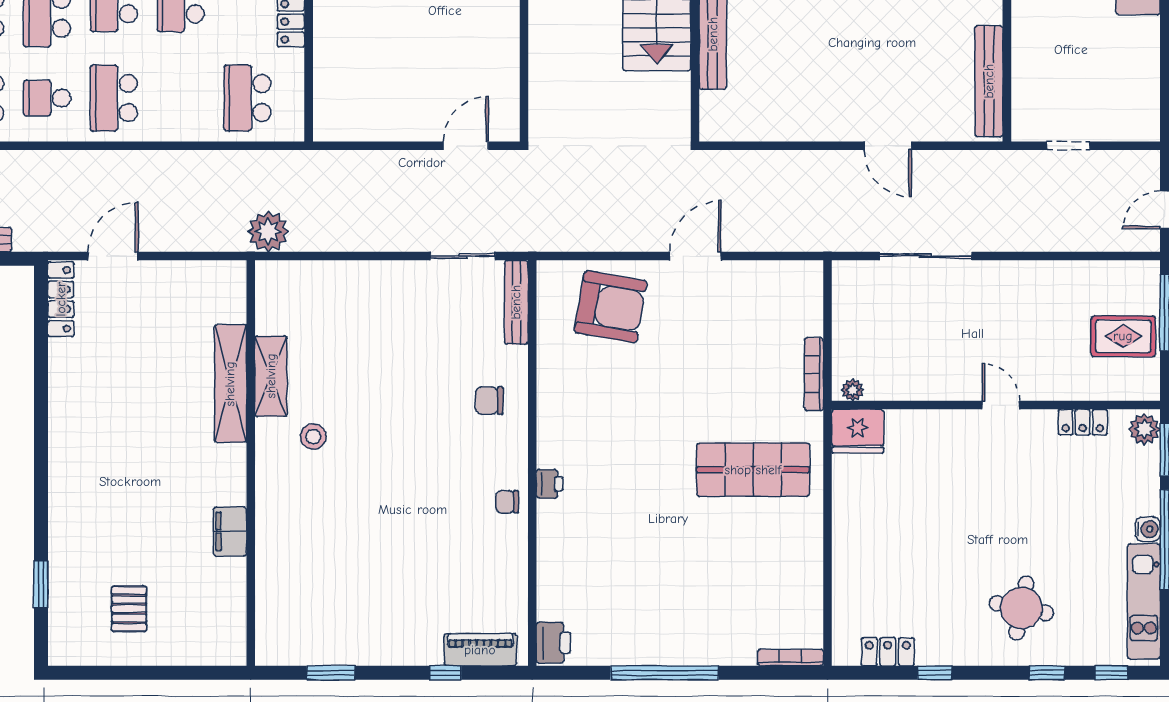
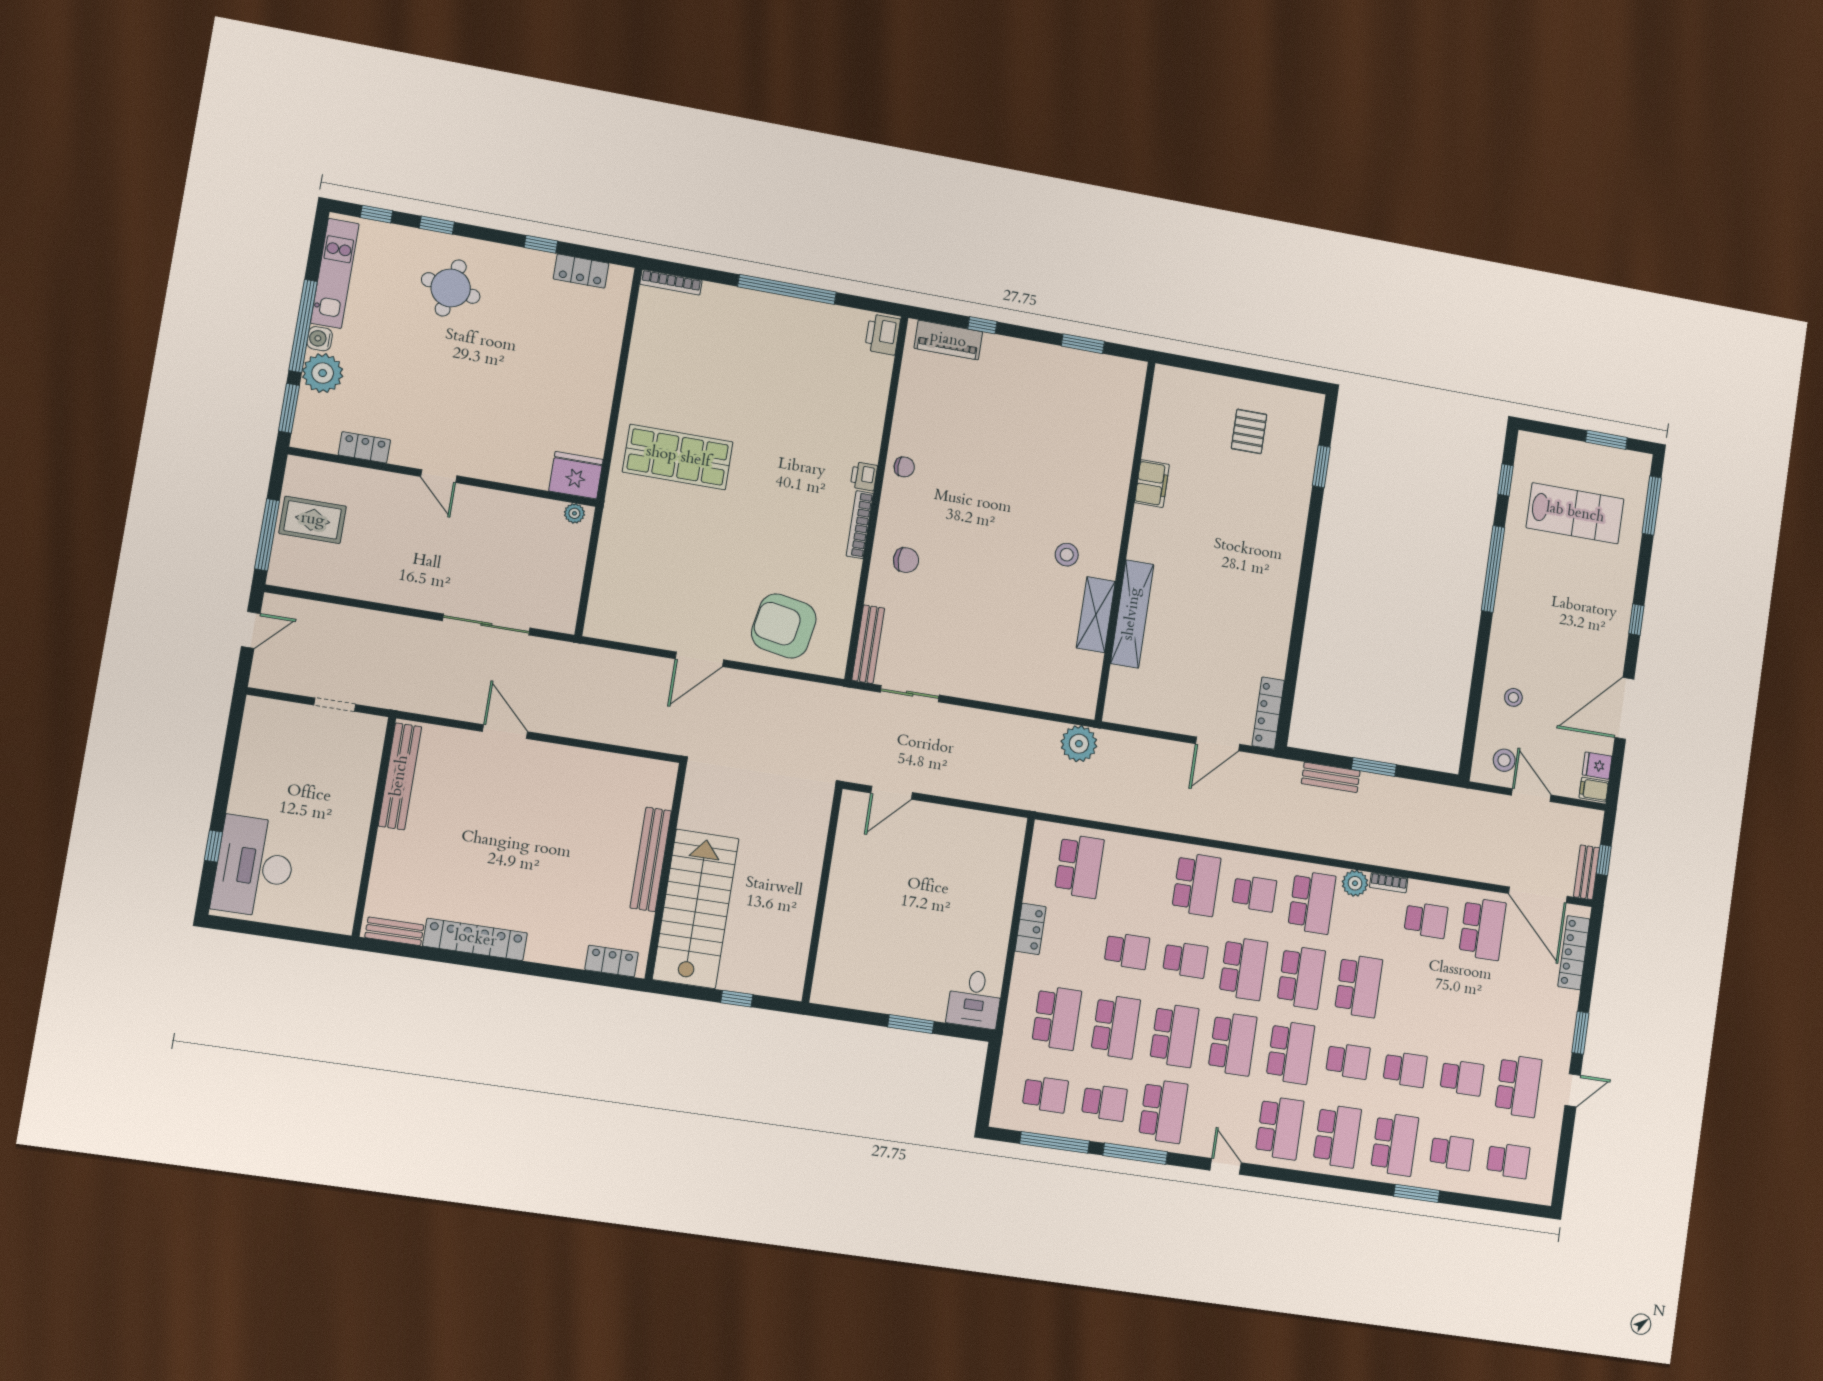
bookcase: (814, 374) -> (860, 525), moved, turned 180
plant: (1144, 429) -> (323, 373), moved, width x1.36, depth x1.36

